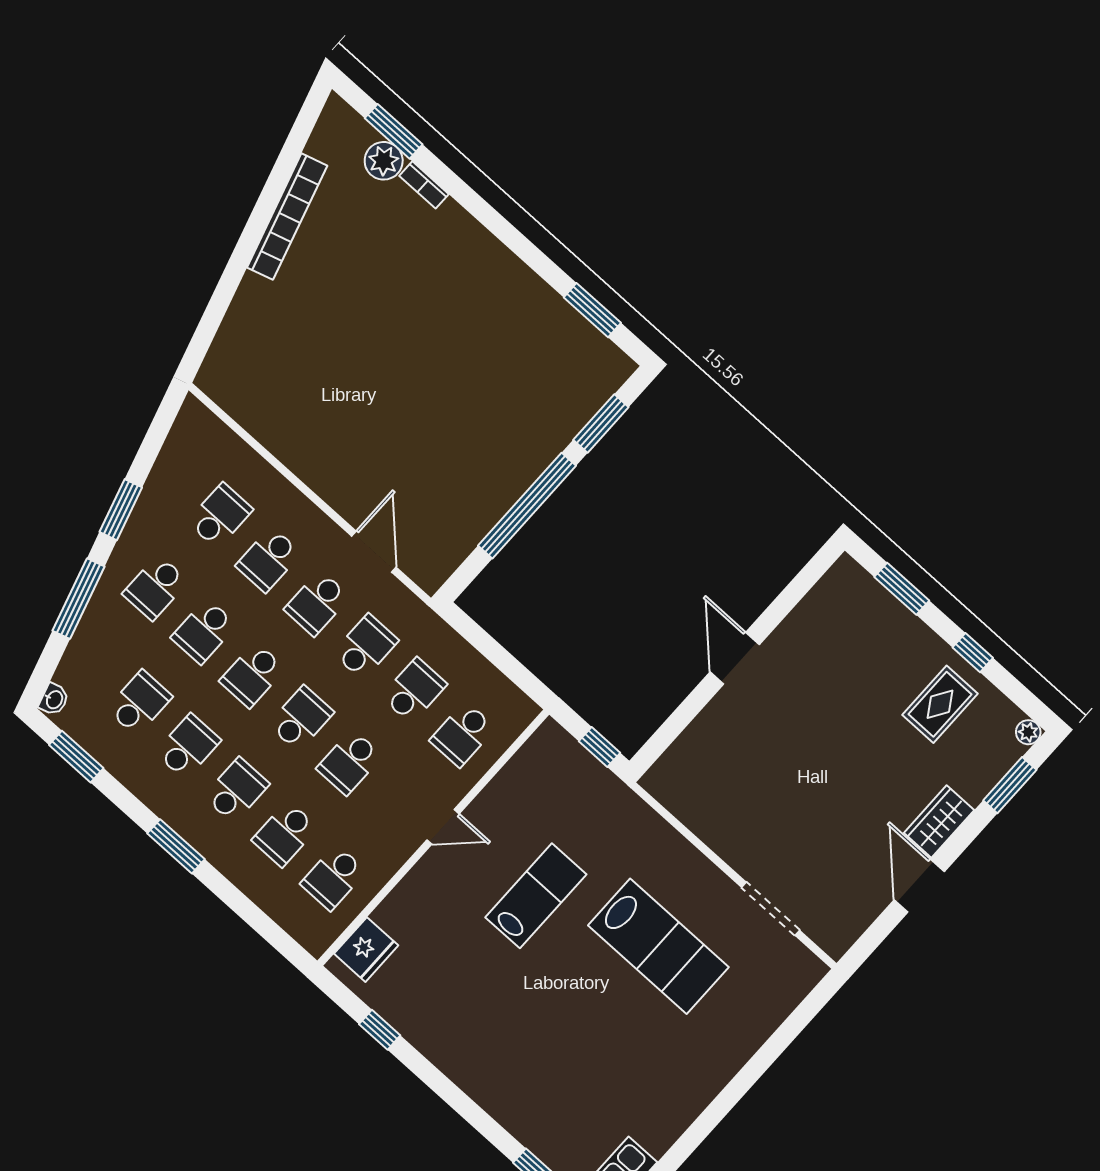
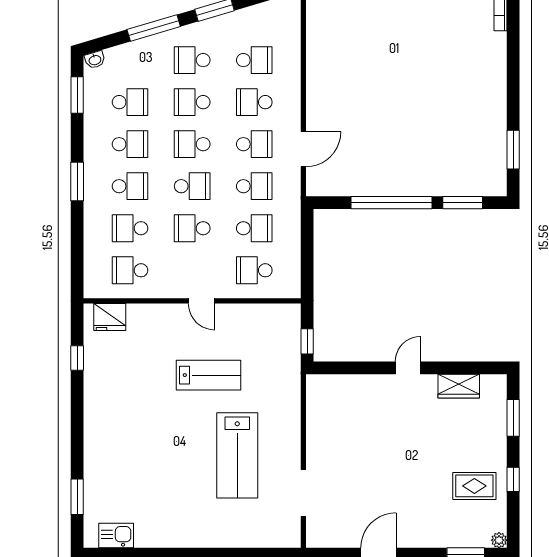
school desk: (317, 603) -> (254, 144), turned 180
door: (735, 658) -> (408, 368), width x0.73
wardrobe: (939, 821) -> (459, 386), moved, turned 180

